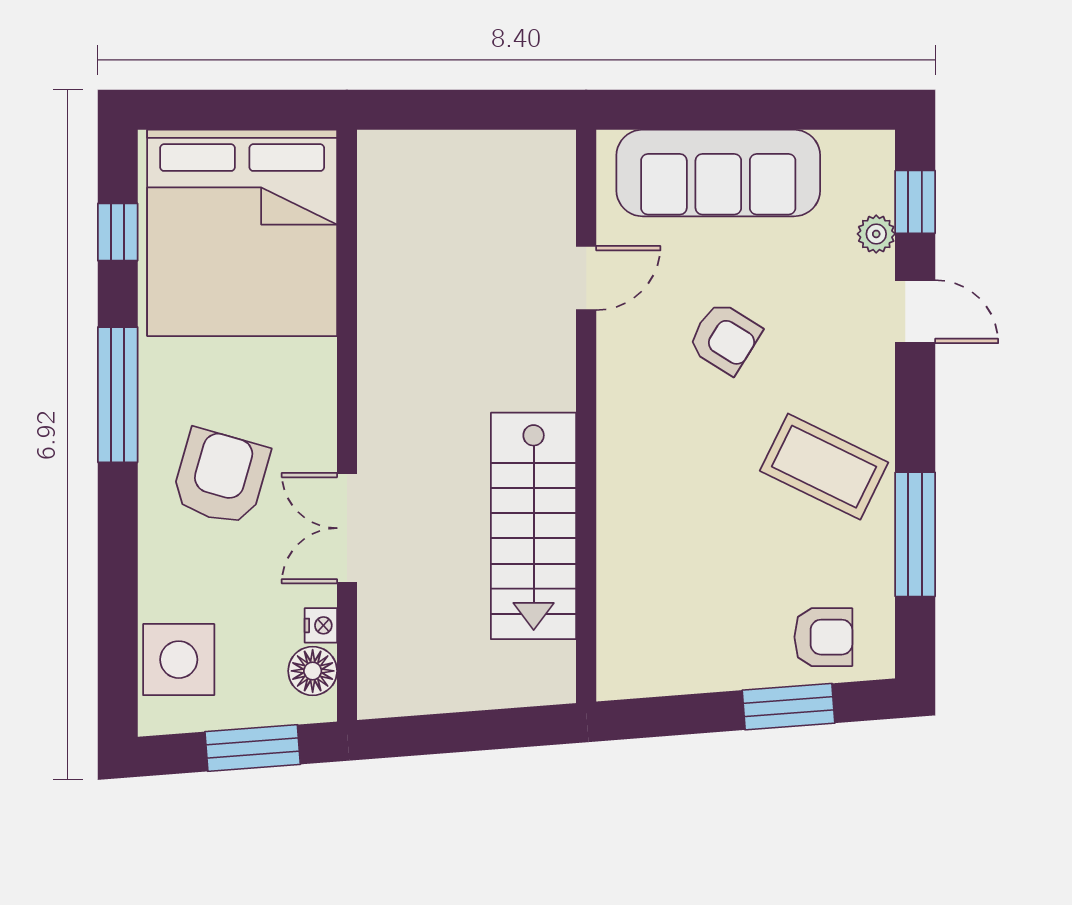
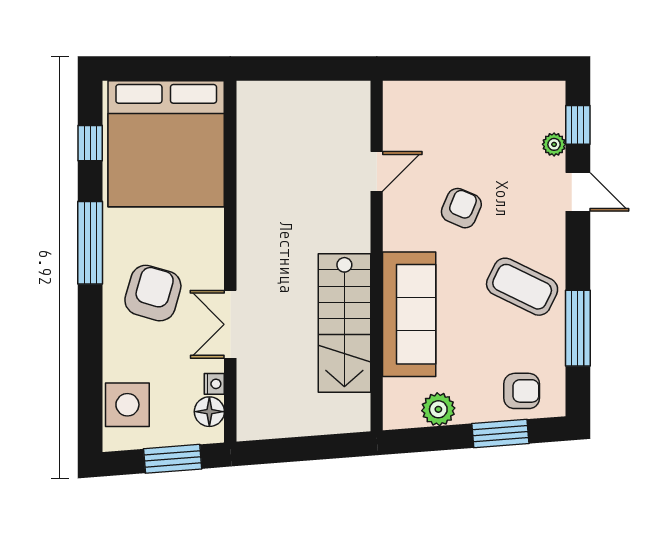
sofa: (718, 173) -> (409, 314), moved, turned -90
armchair: (725, 338) -> (461, 208), turned -99
plant: (687, 667) -> (438, 409), added

